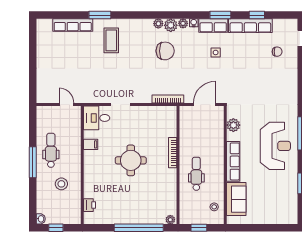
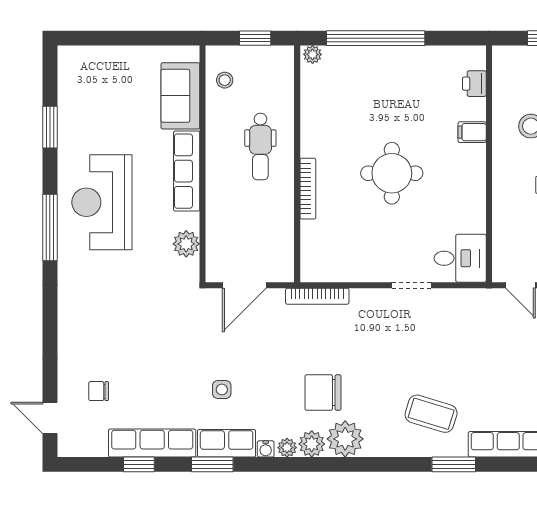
plant: (158, 24) -> (345, 439), width x1.88, depth x1.88
coffee table: (111, 40) -> (431, 414), turned -73
filing cabinet: (91, 144) -> (472, 132), moved

